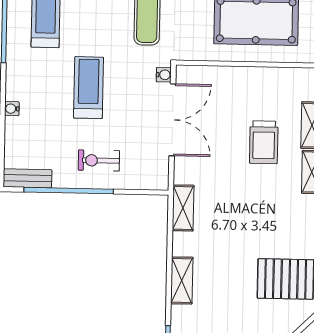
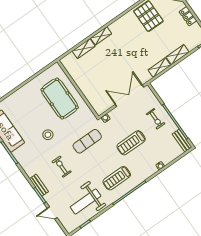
double door: (172, 120) -> (130, 96), moved
trolley: (264, 142) -> (103, 62), removed
shelving: (183, 208) -> (159, 68), moved

